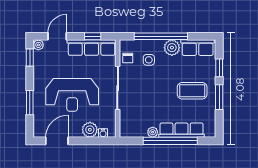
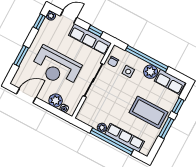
coffee table: (192, 91) -> (148, 112), width x1.36, depth x1.32

